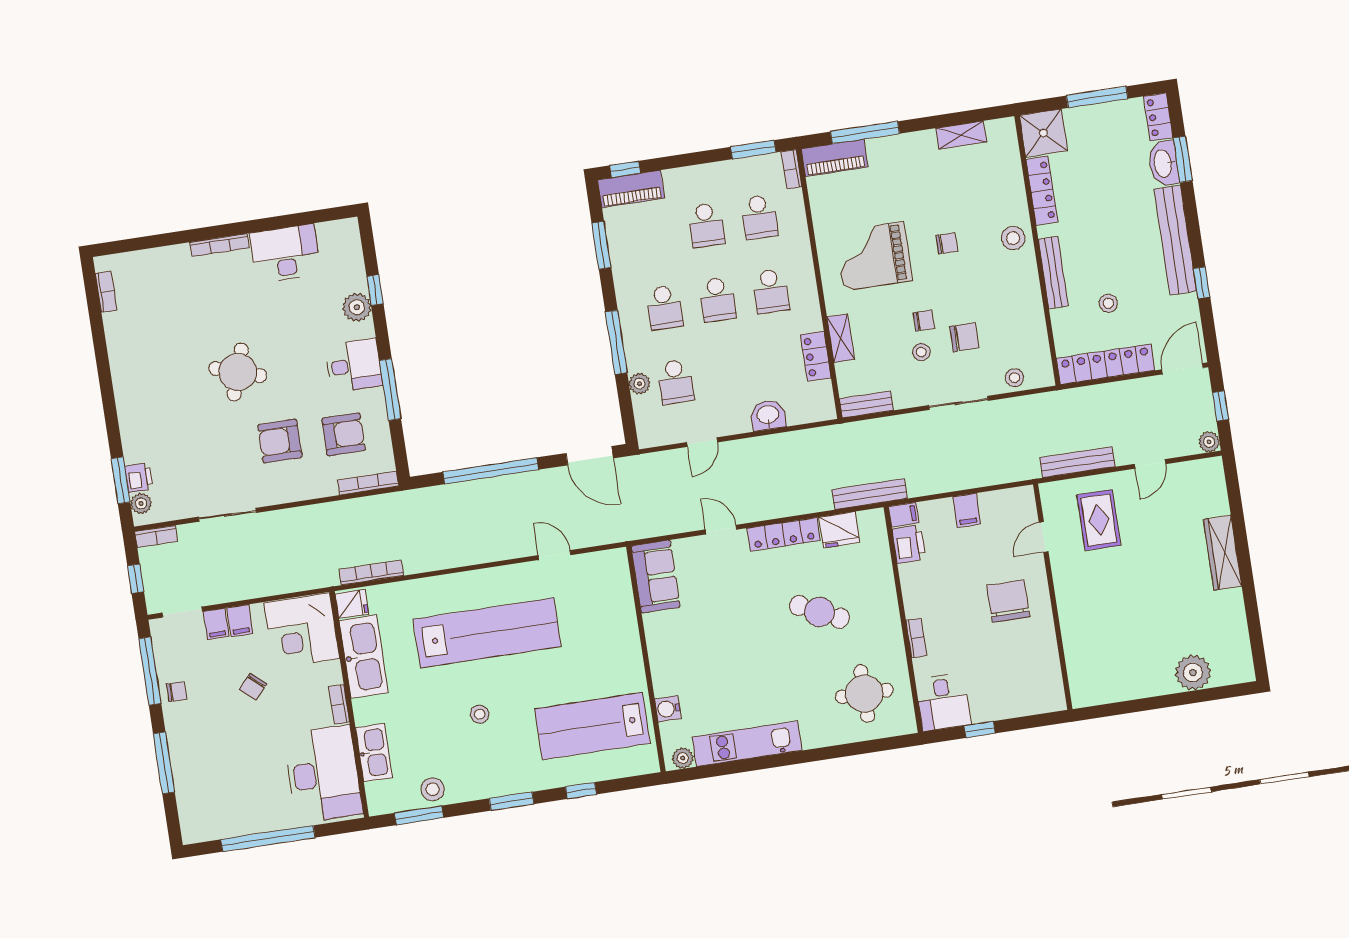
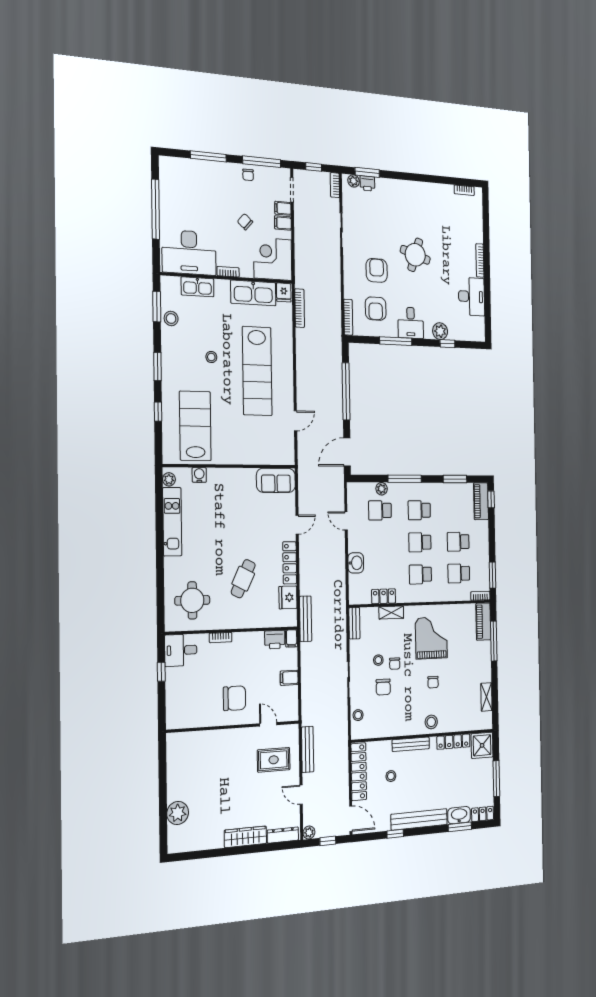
dresser: (1216, 488) -> (283, 835), added

